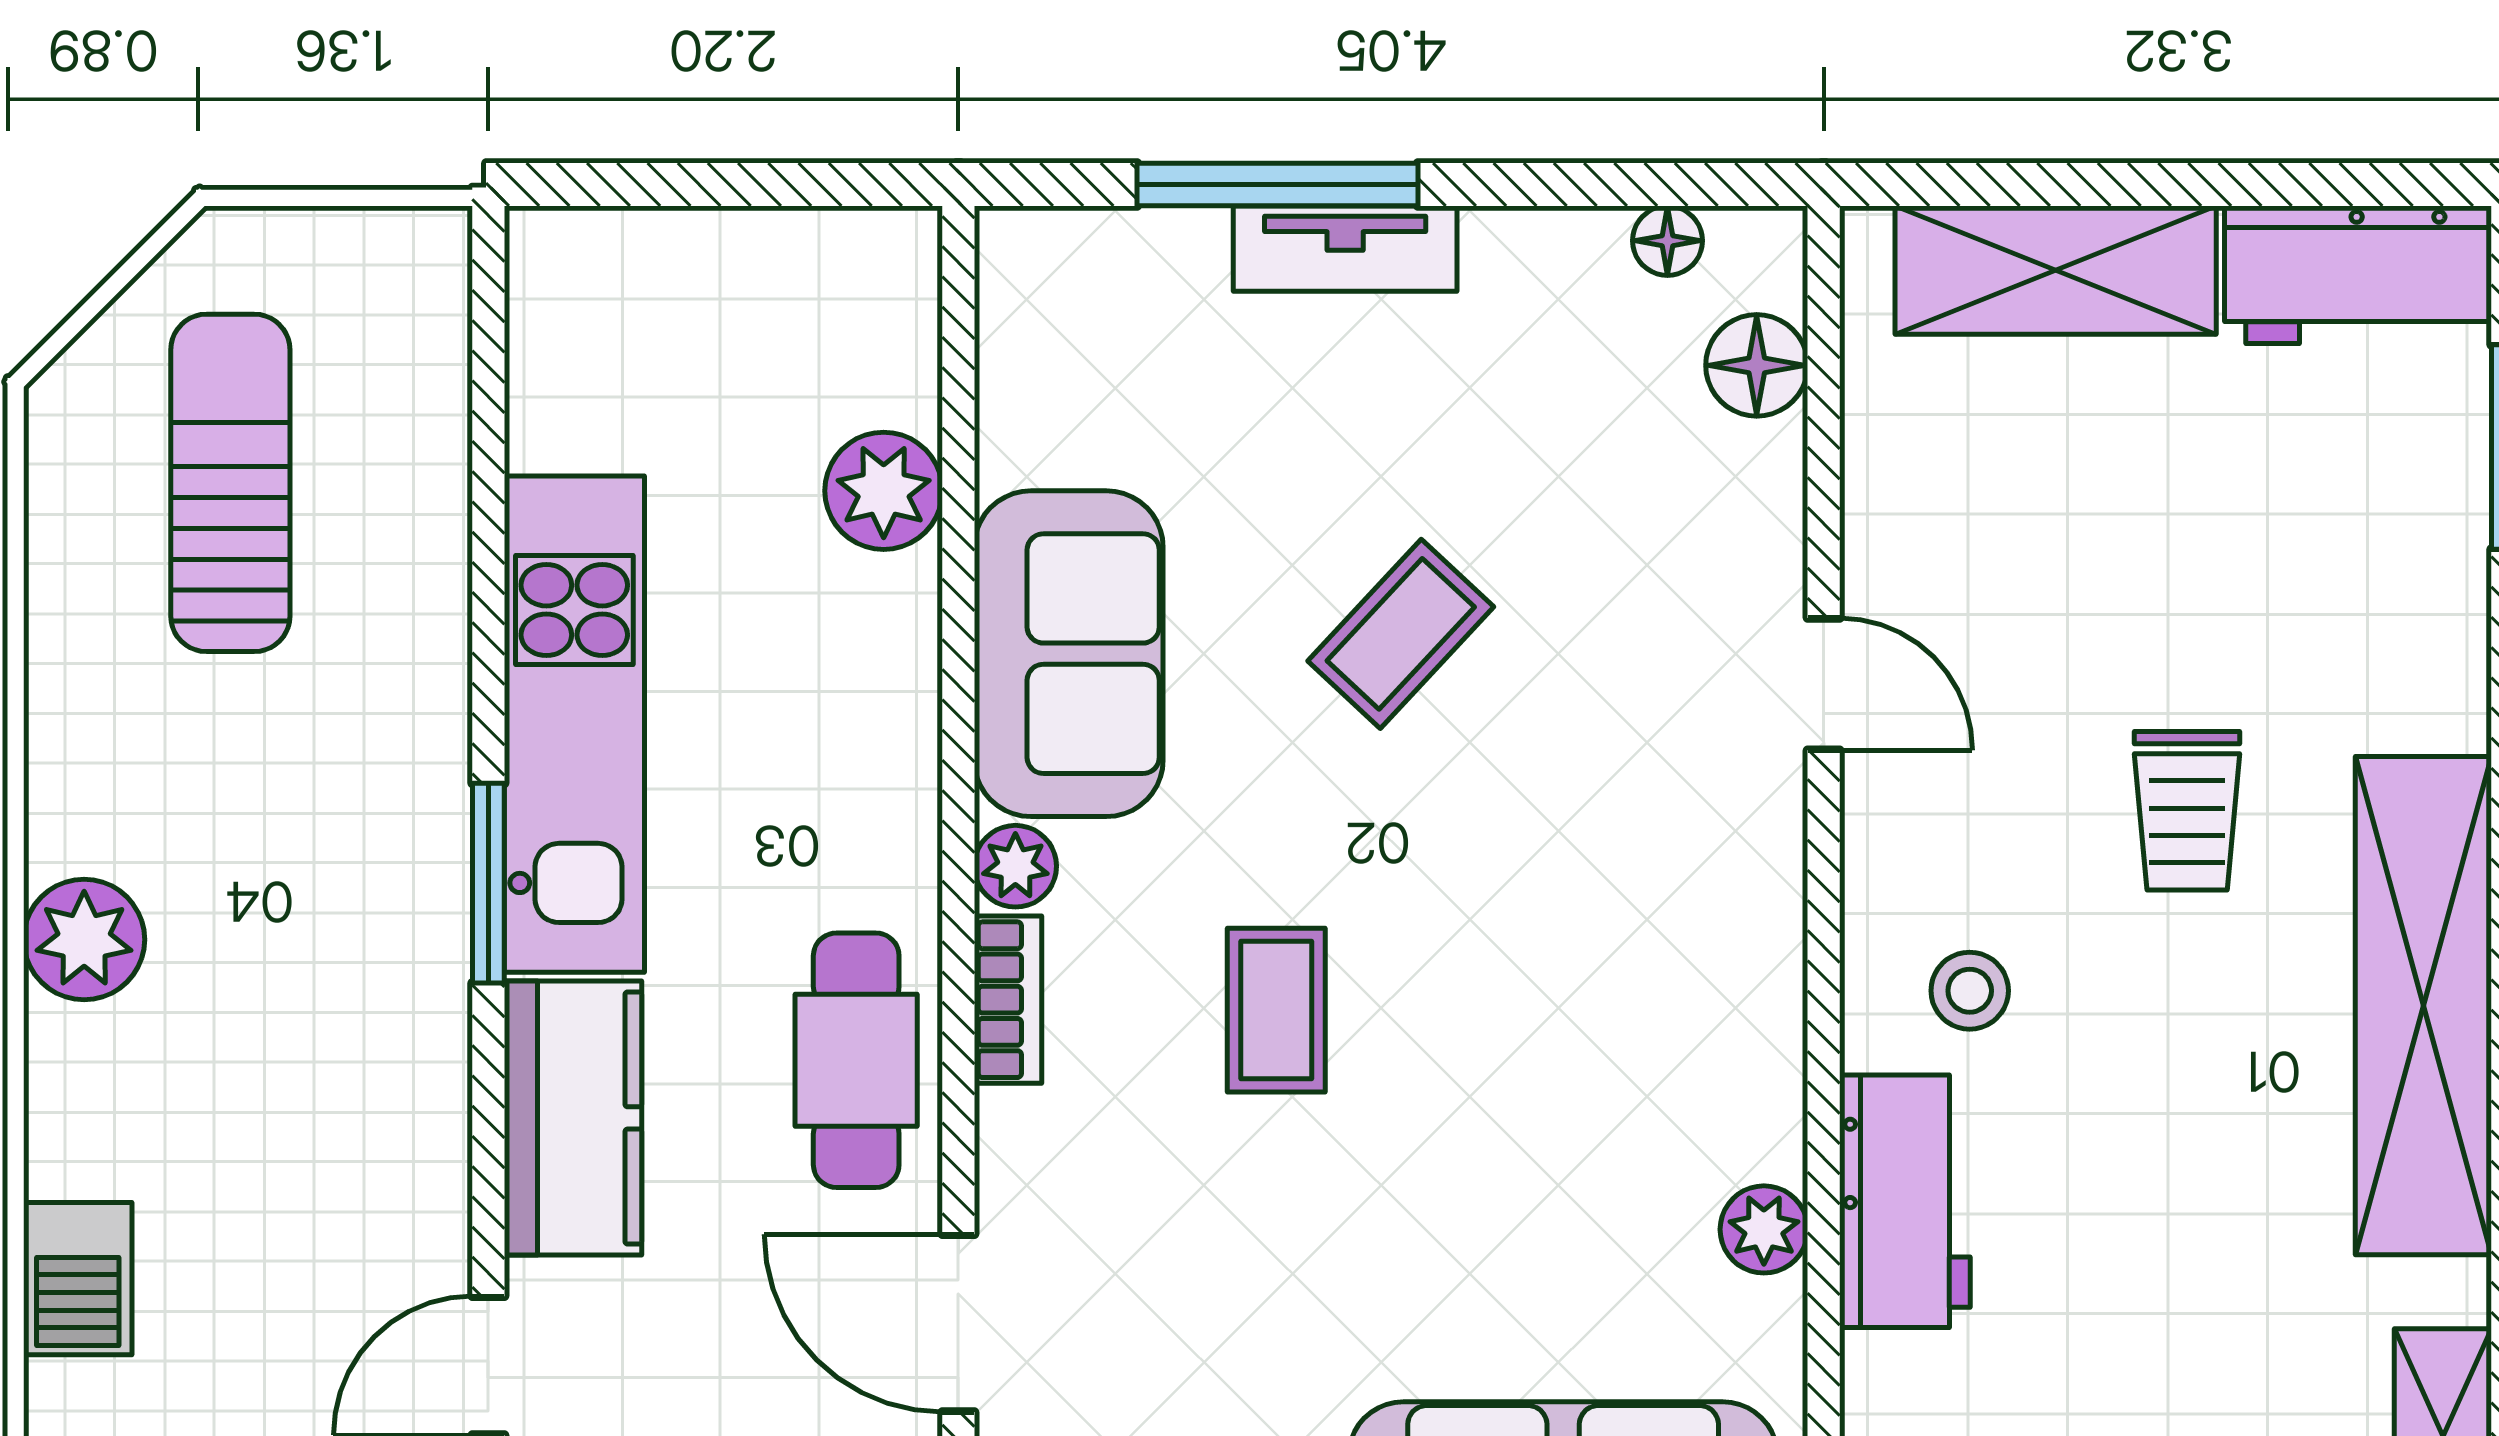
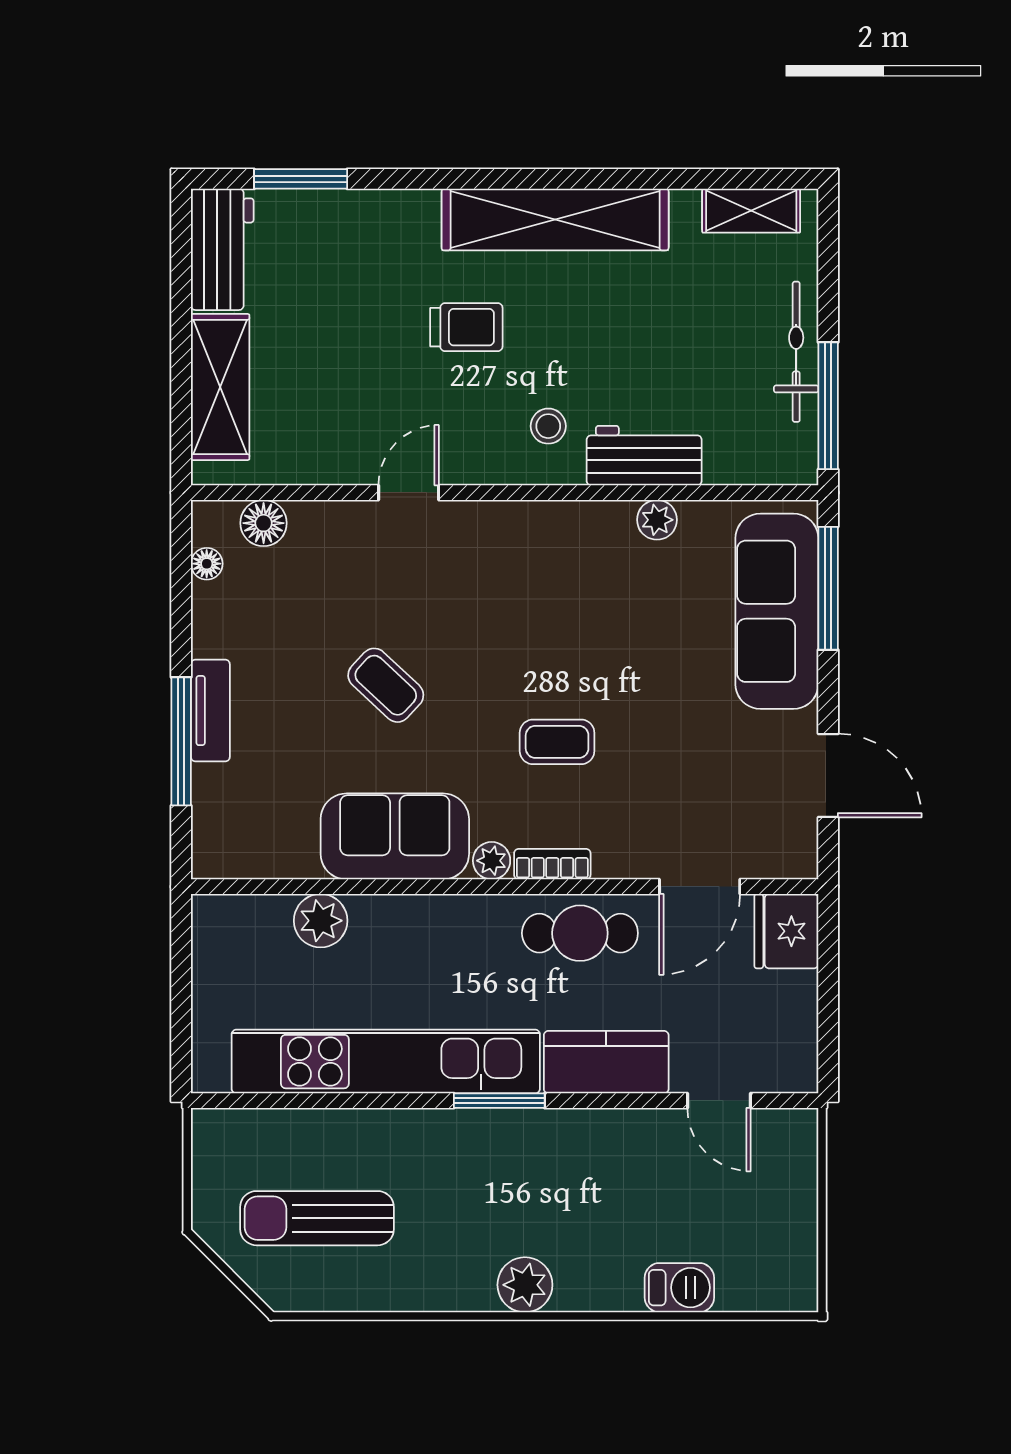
kitchen unit: (574, 724) -> (386, 1062), width x1.36

